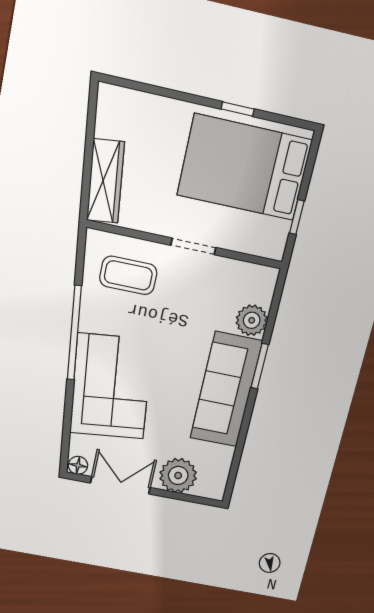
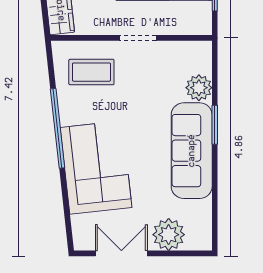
floor lamp: (78, 465) -> (82, 242), removed

